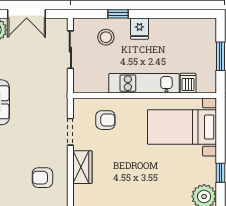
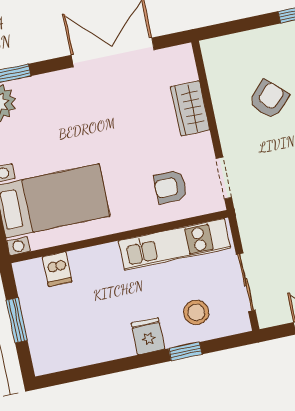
kitchen unit: (144, 83) -> (175, 244), moved
doorway: (70, 132) -> (224, 178), moved
armchair: (42, 178) -> (269, 99), moved, turned -46

